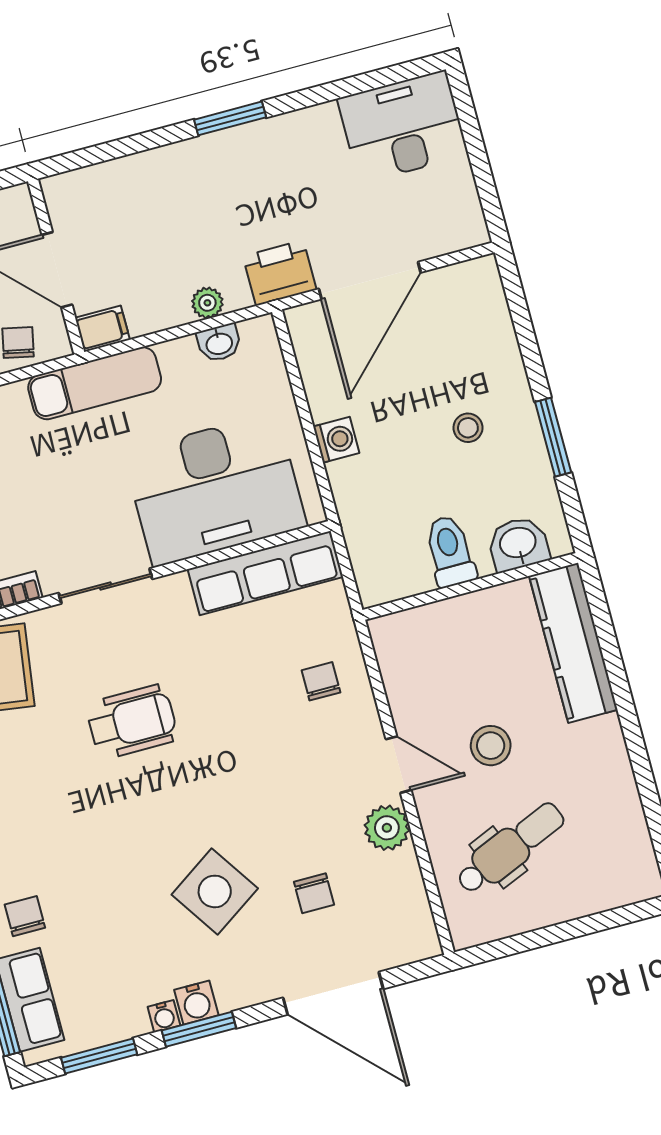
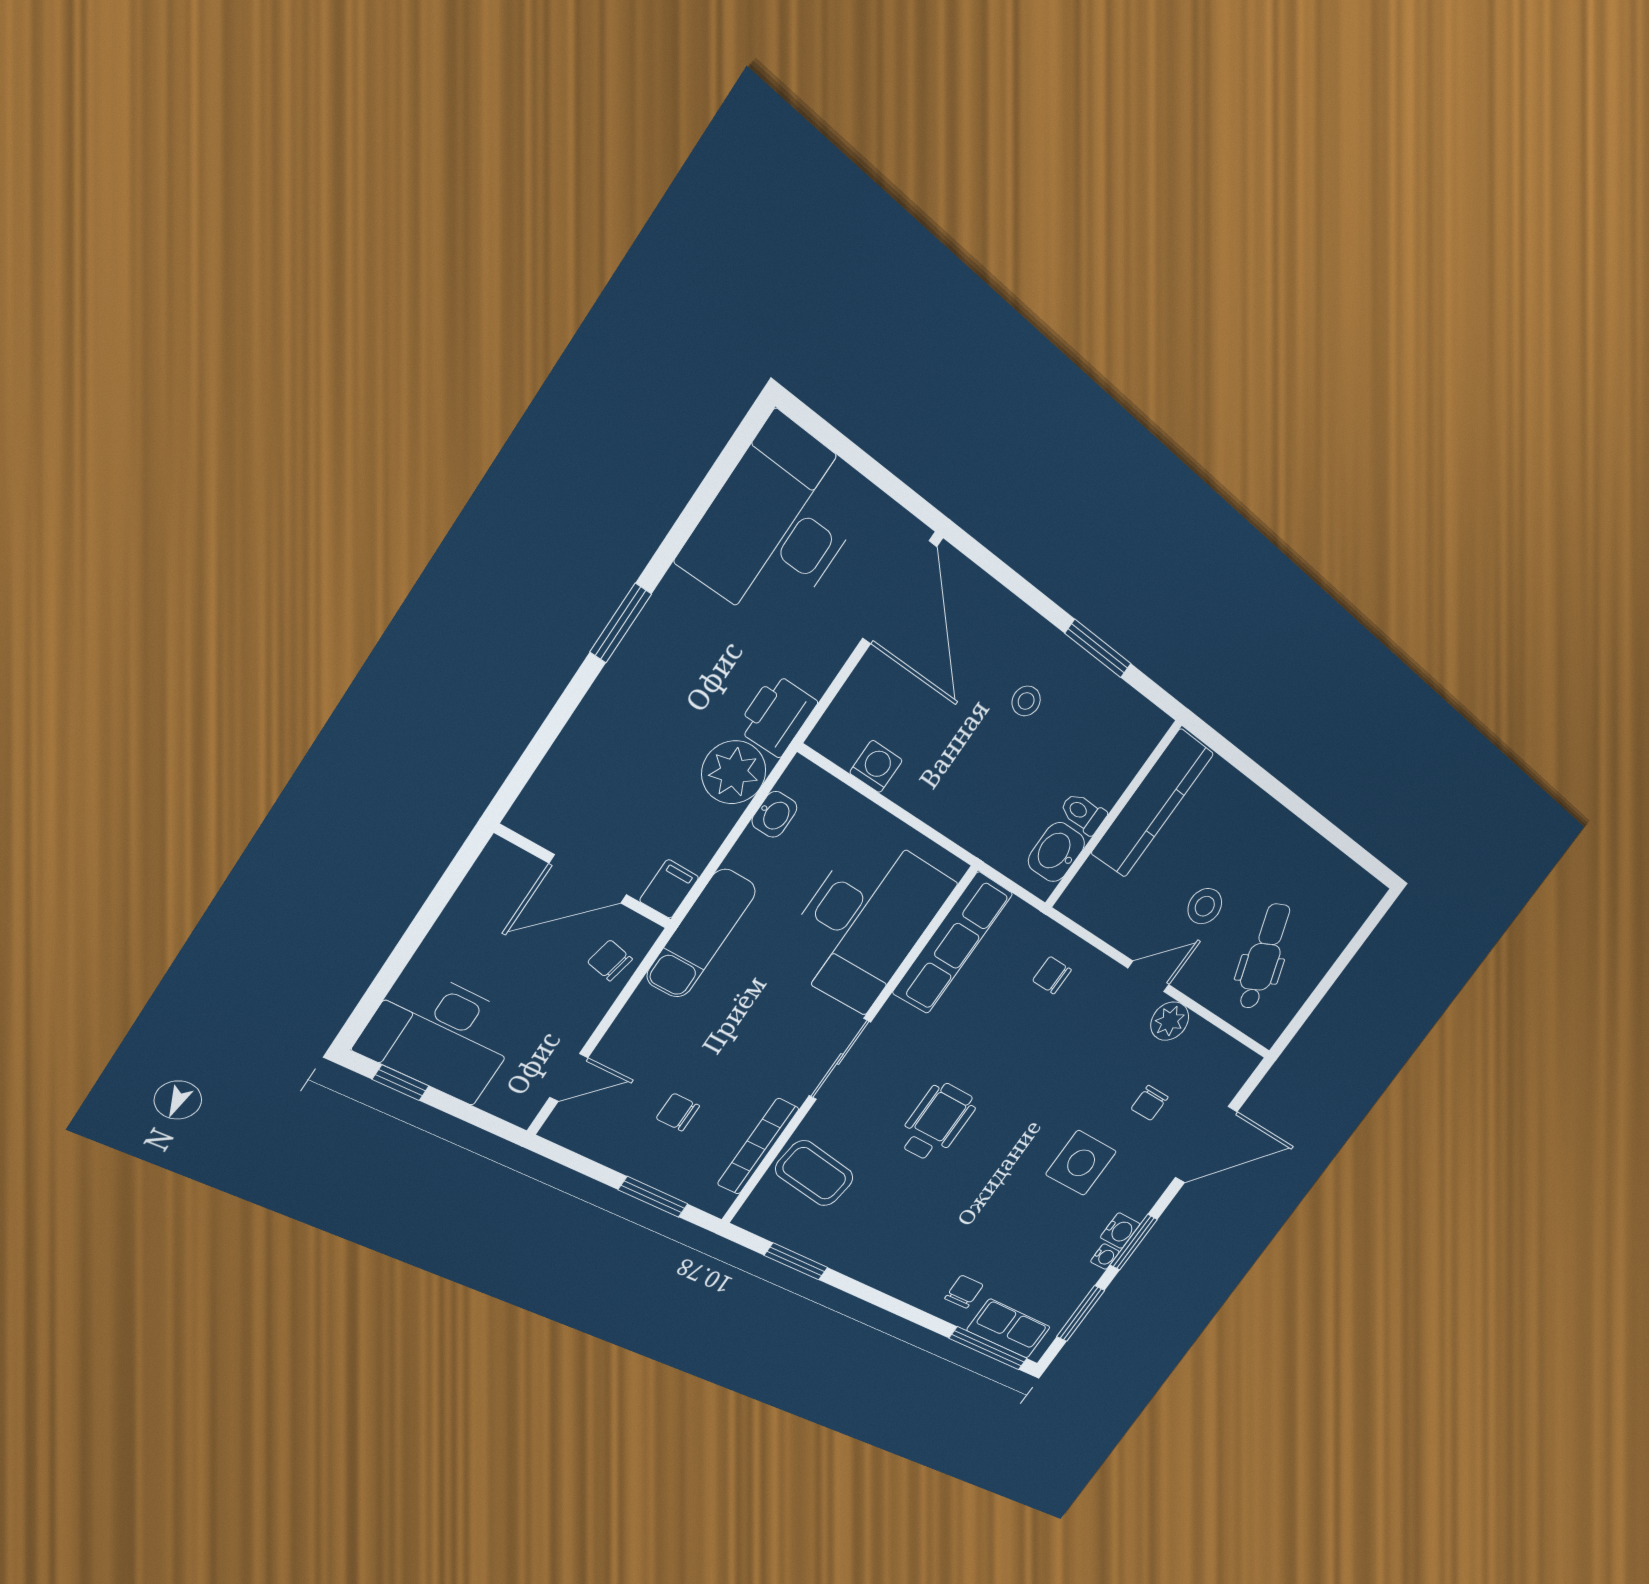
desk: (403, 127) -> (778, 525), width x1.36, depth x1.30
door: (370, 281) -> (900, 592), moved
plant: (207, 303) -> (734, 772), width x1.87, depth x1.87
washing machine: (336, 440) -> (876, 766), moved
washbasin: (518, 544) -> (1056, 852), moved
toilet: (450, 551) -> (1083, 813), width x0.73, depth x0.72
kitchen counter: (573, 643) -> (1152, 804), moved, turned -90
side table: (215, 891) -> (1081, 1163), turned 34
chair: (314, 893) -> (1150, 1103), turned 90
chair: (25, 916) -> (964, 1292), turned 89

